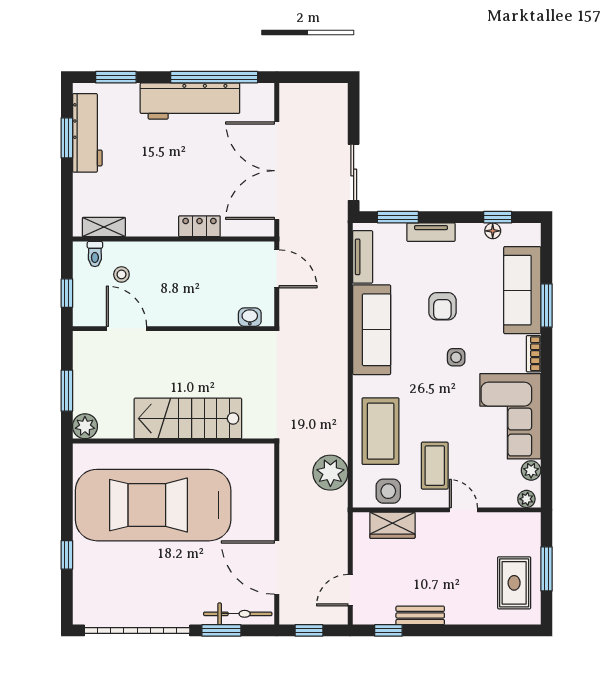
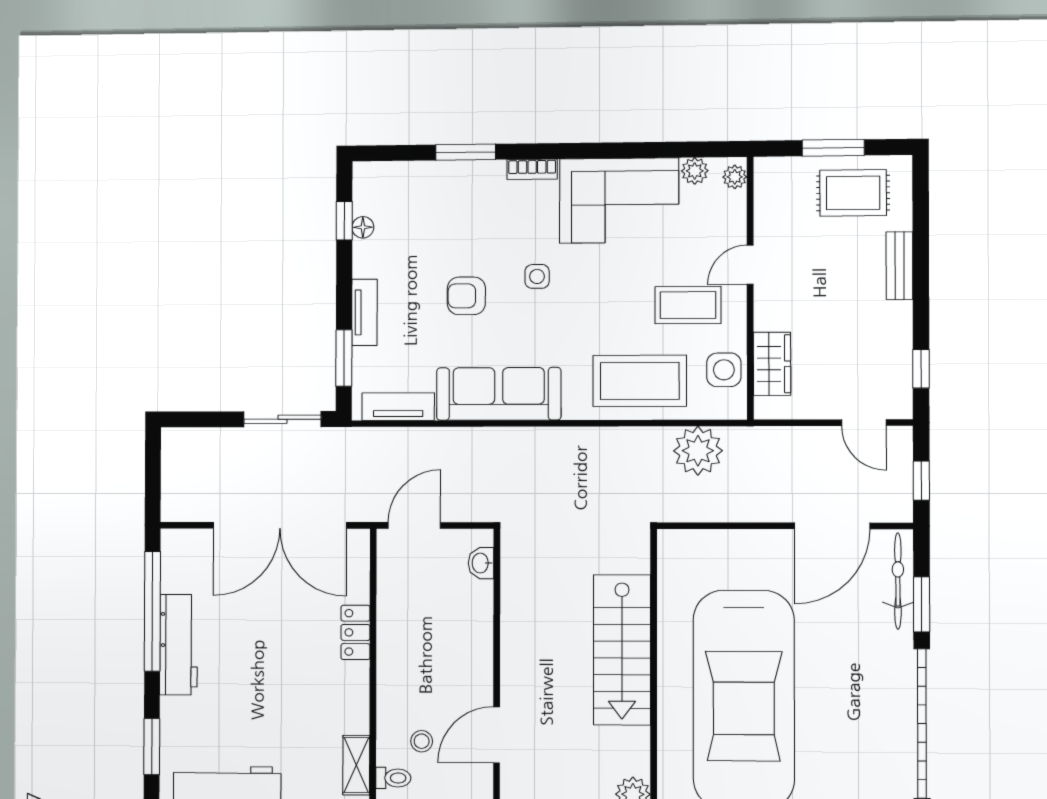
workbench: (190, 101) -> (179, 645), width x0.73, depth x0.76
sofa: (522, 290) -> (444, 186), removed
armchair: (442, 306) -> (466, 296), turned 180
bench: (420, 615) -> (899, 266), moved

